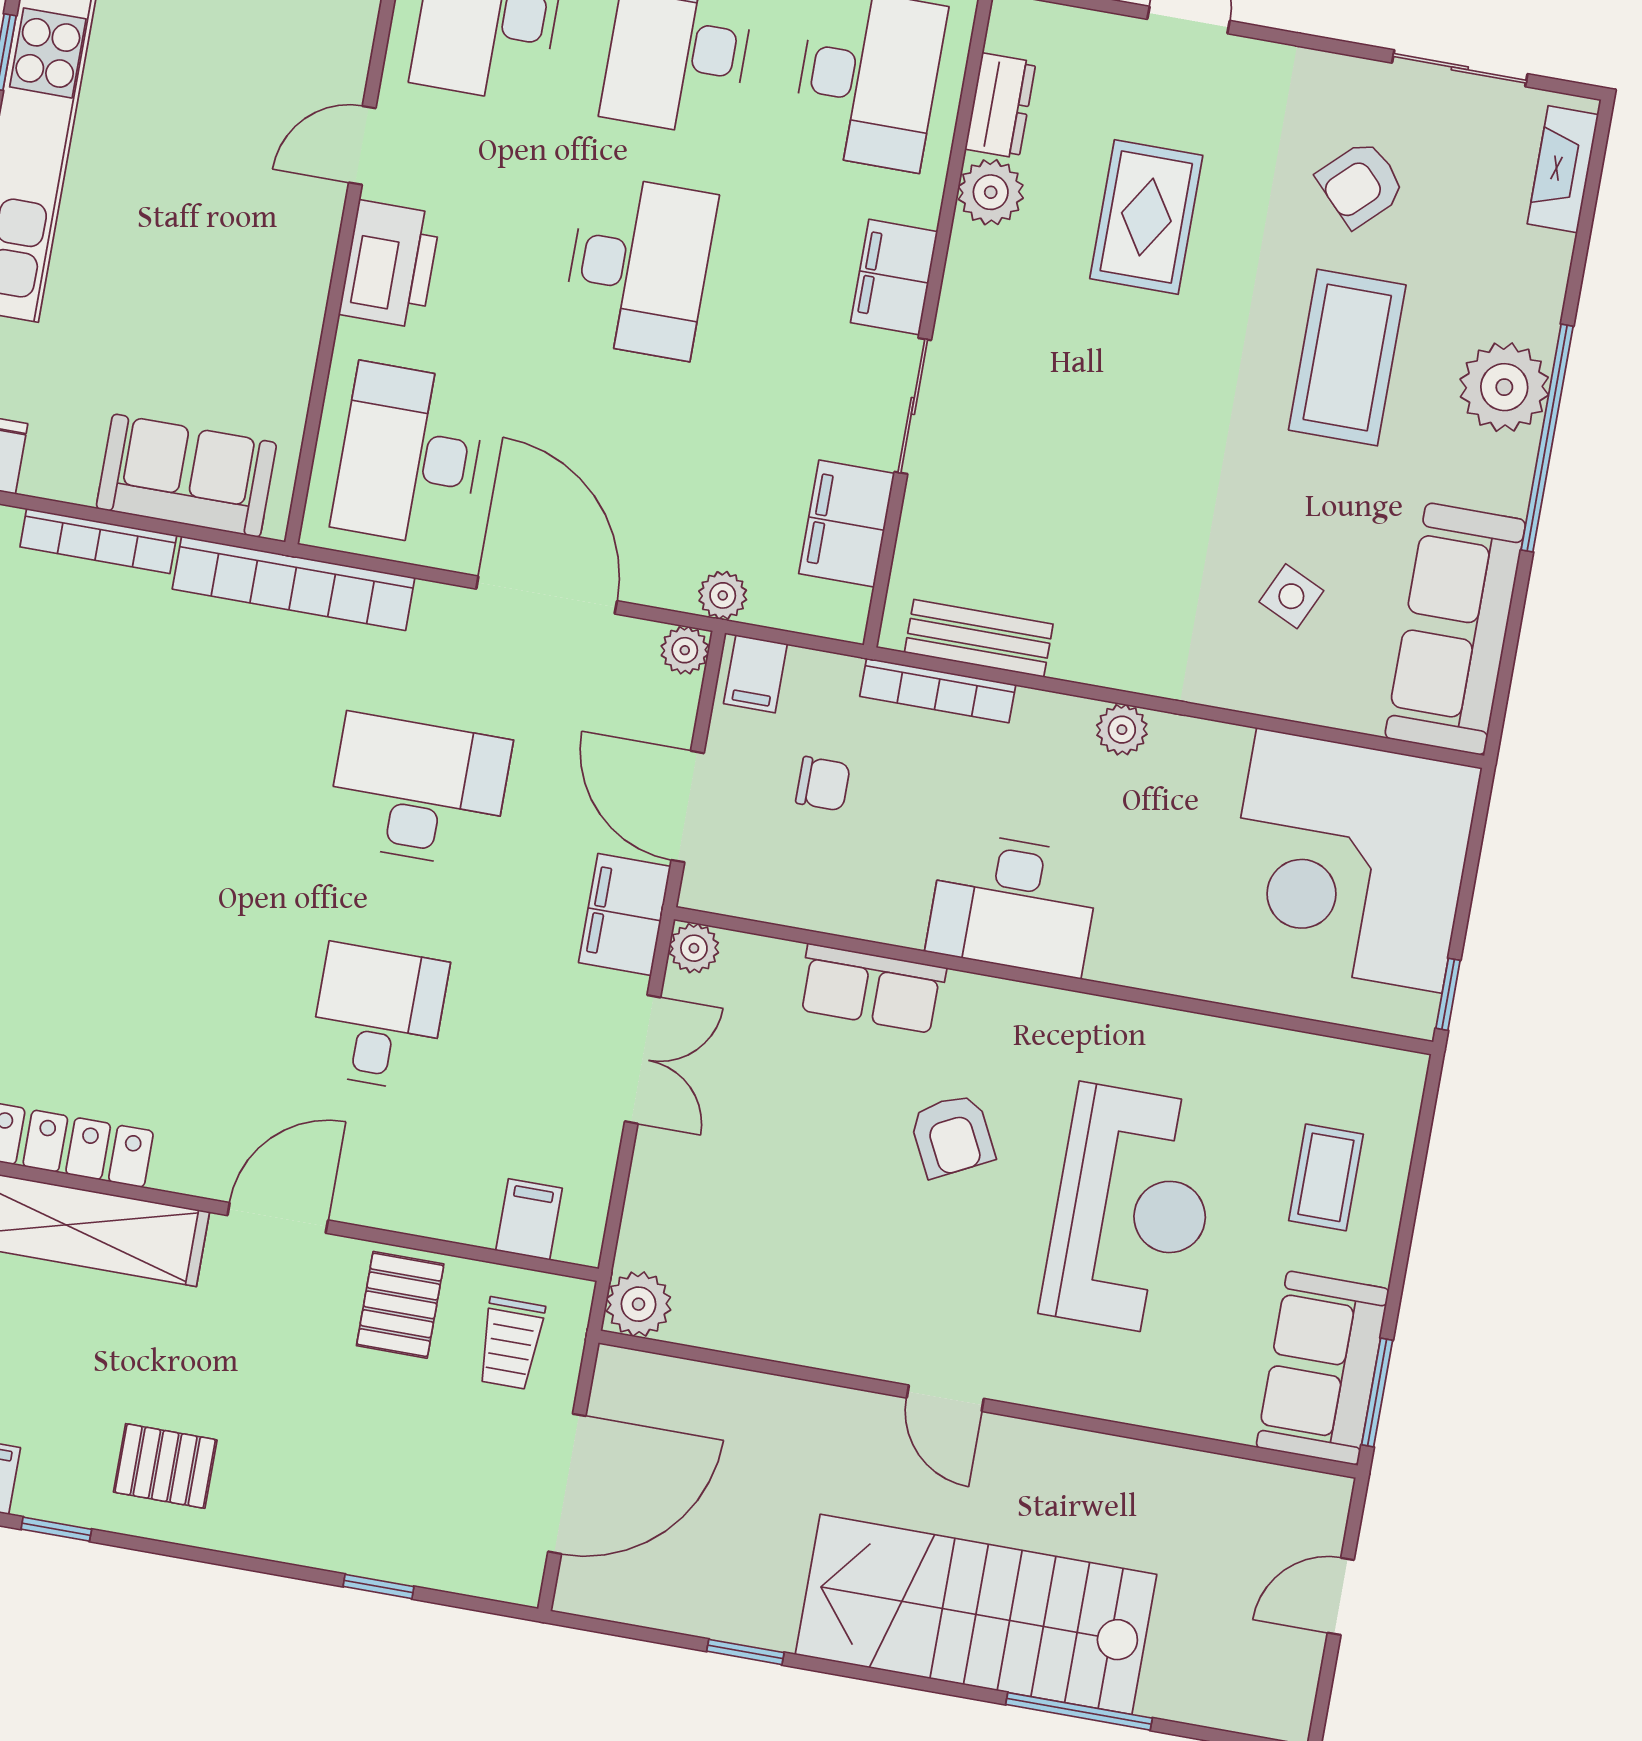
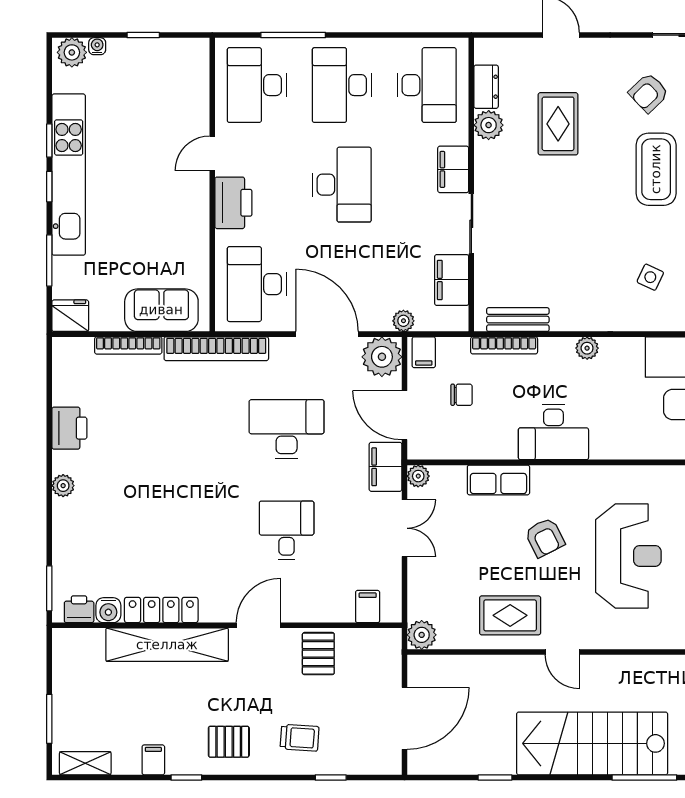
plant: (685, 650) -> (382, 357), width x1.87, depth x1.87
rug: (844, 1296) -> (510, 615), added
trolley: (511, 1343) -> (300, 738), moved, turned -86

